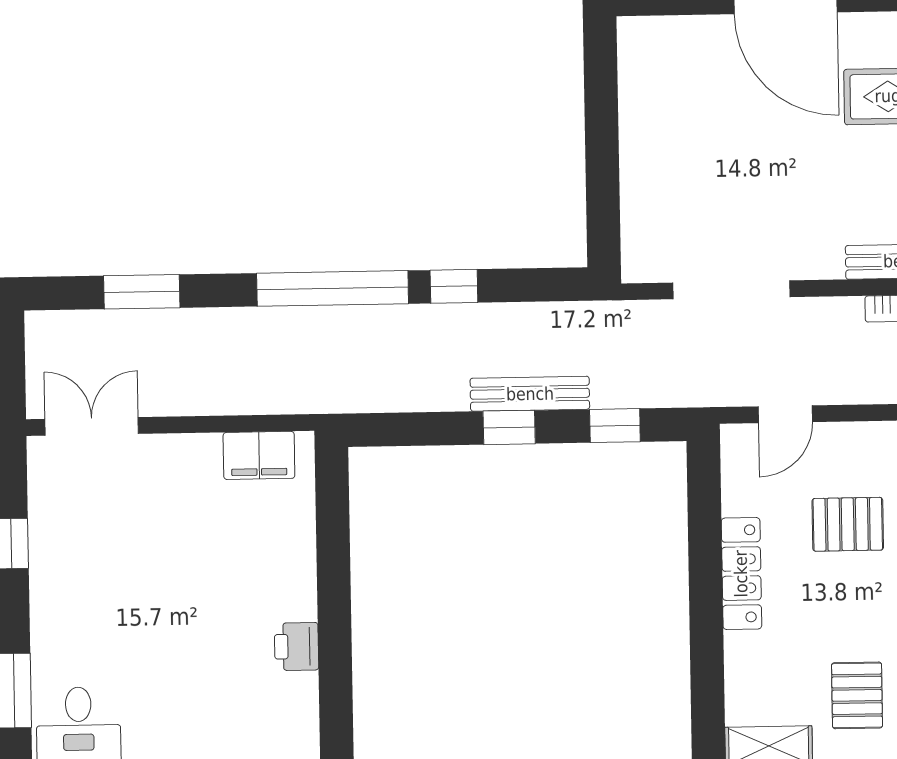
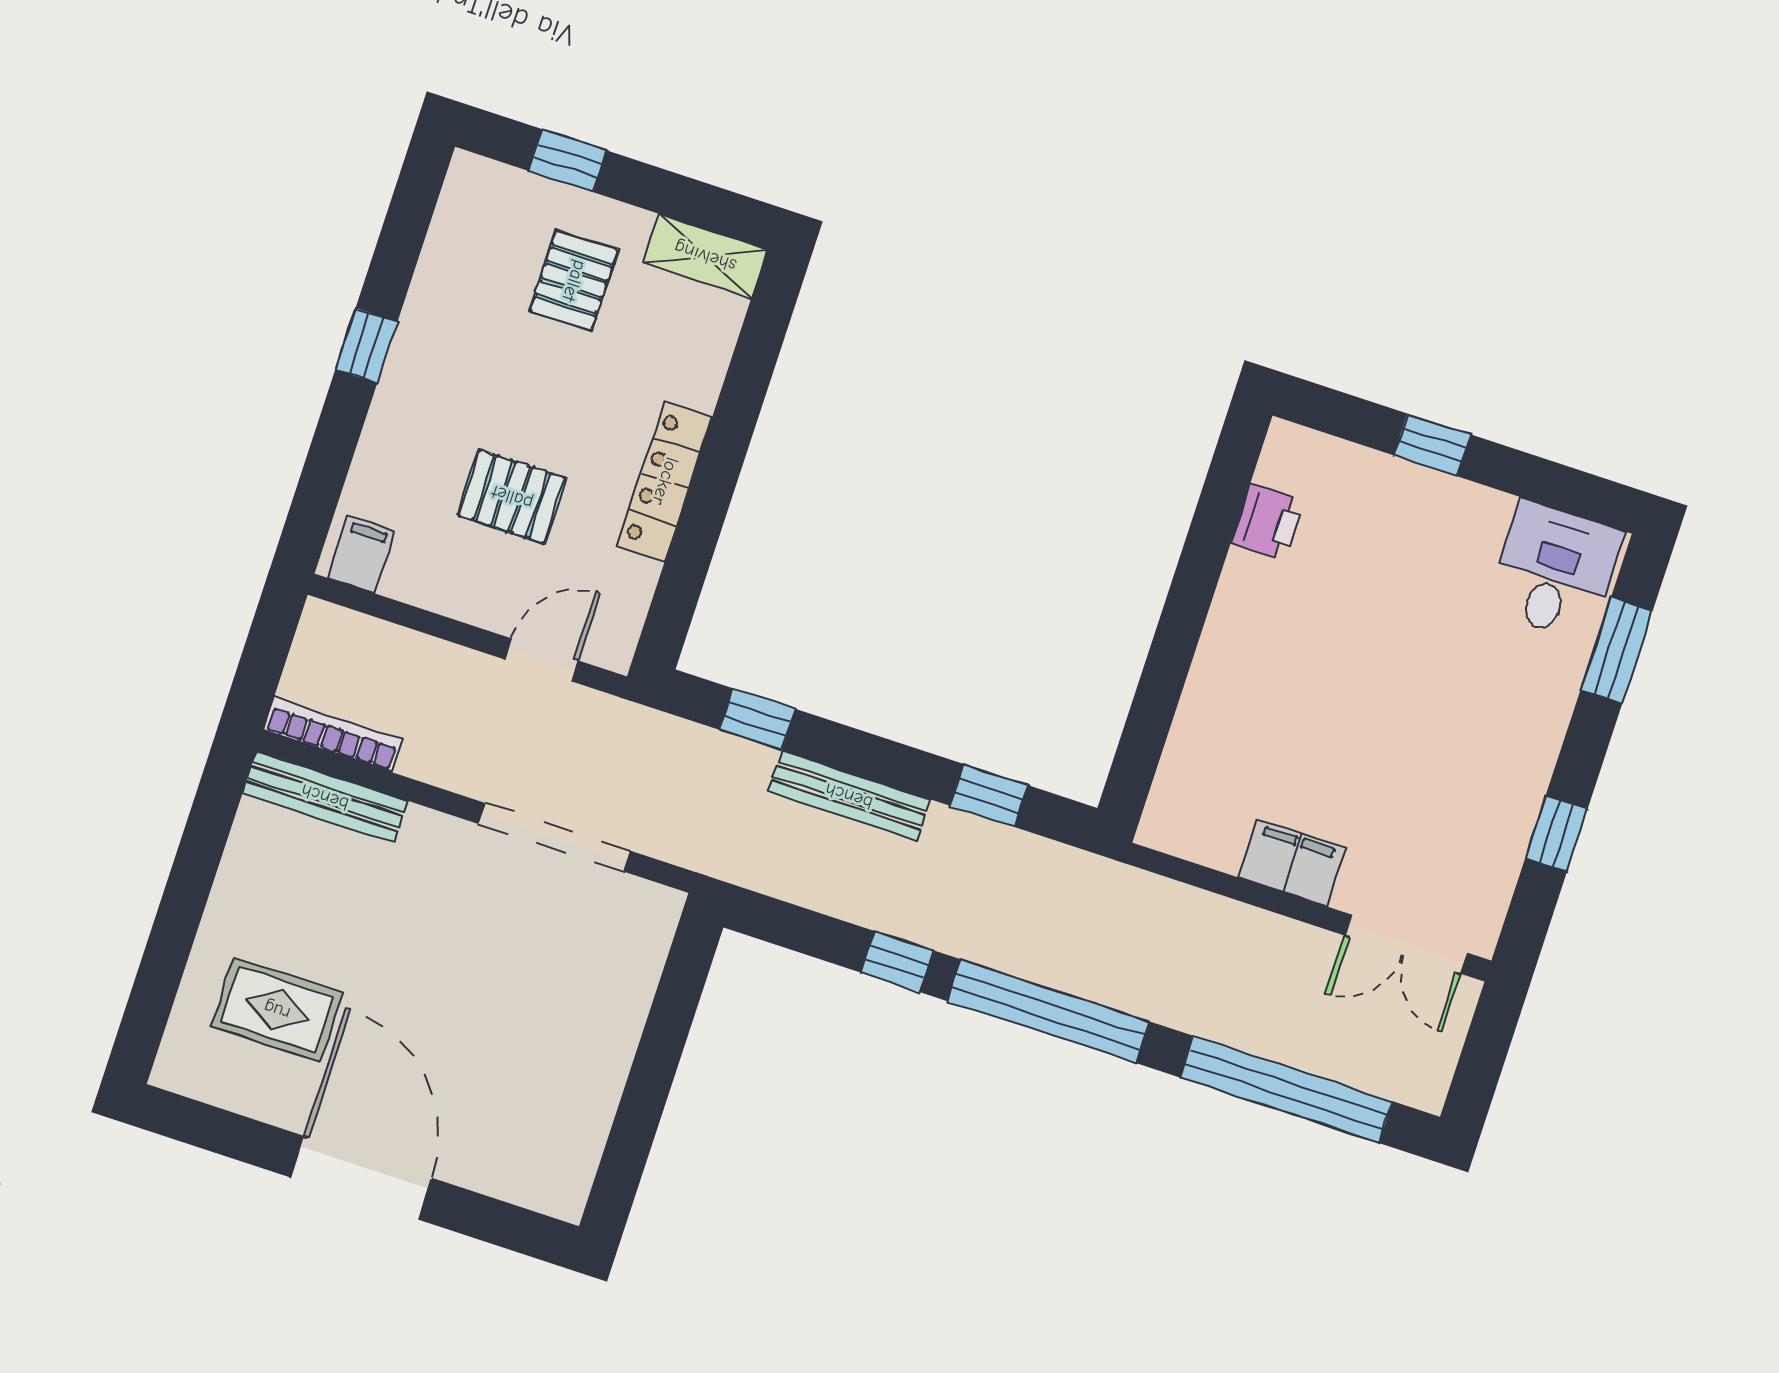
window: (142, 292) -> (1286, 1089), width x2.11
window: (509, 427) -> (989, 795), moved
filing cabinet: (259, 455) -> (1292, 863), moved
printer: (296, 646) -> (1268, 522), moved

